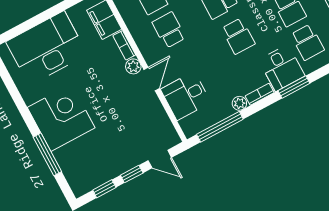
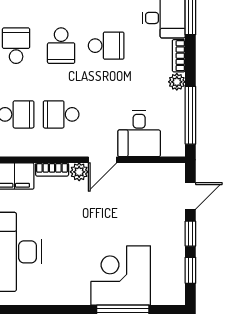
door: (152, 79) -> (103, 160), swing flipped
corner desk: (61, 118) -> (121, 276), moved

